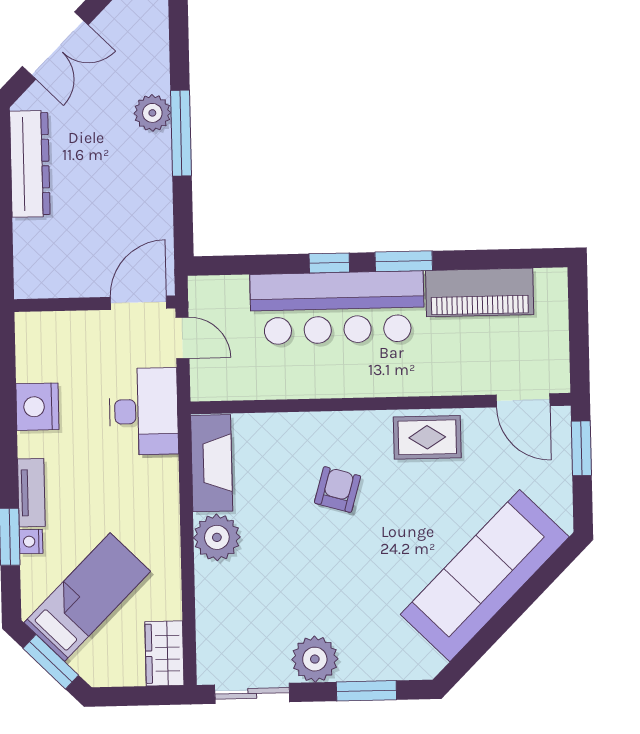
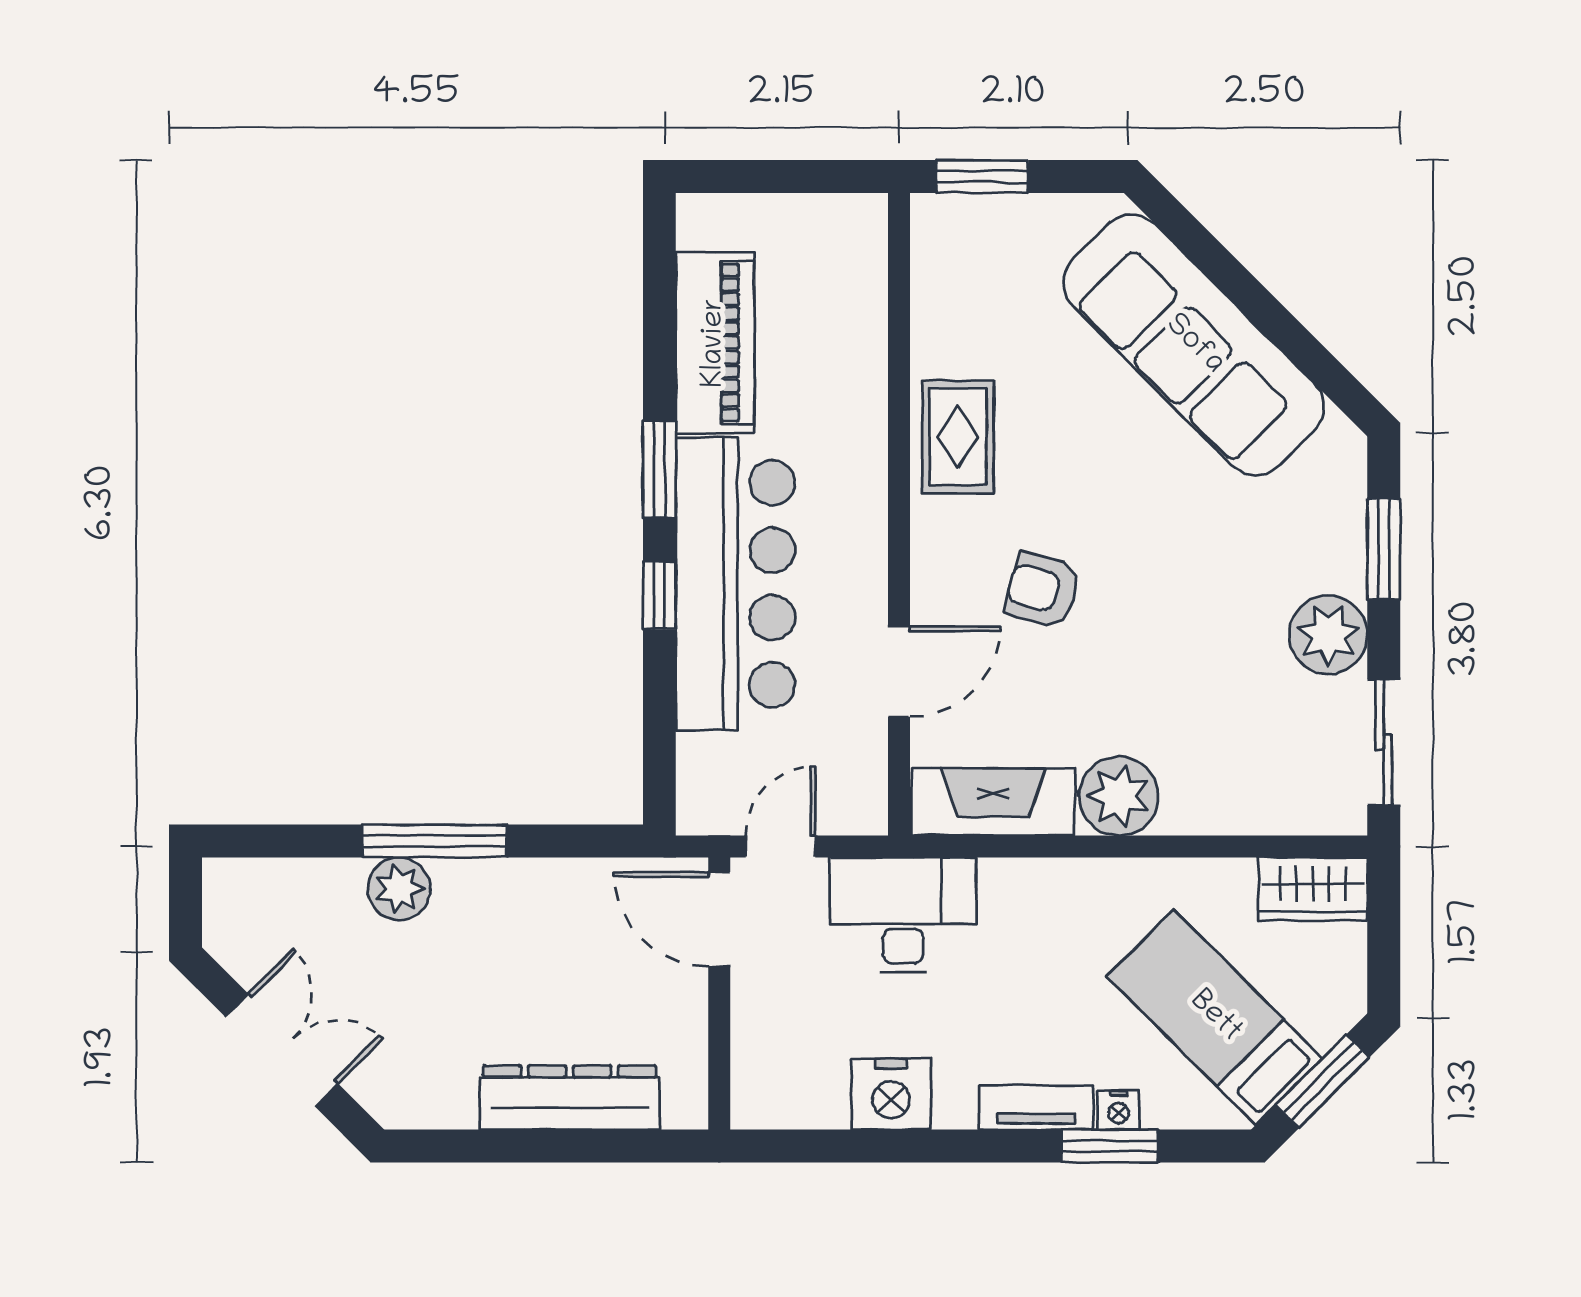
dresser: (30, 164) -> (570, 1098), moved
door: (523, 400) -> (899, 672), moved

